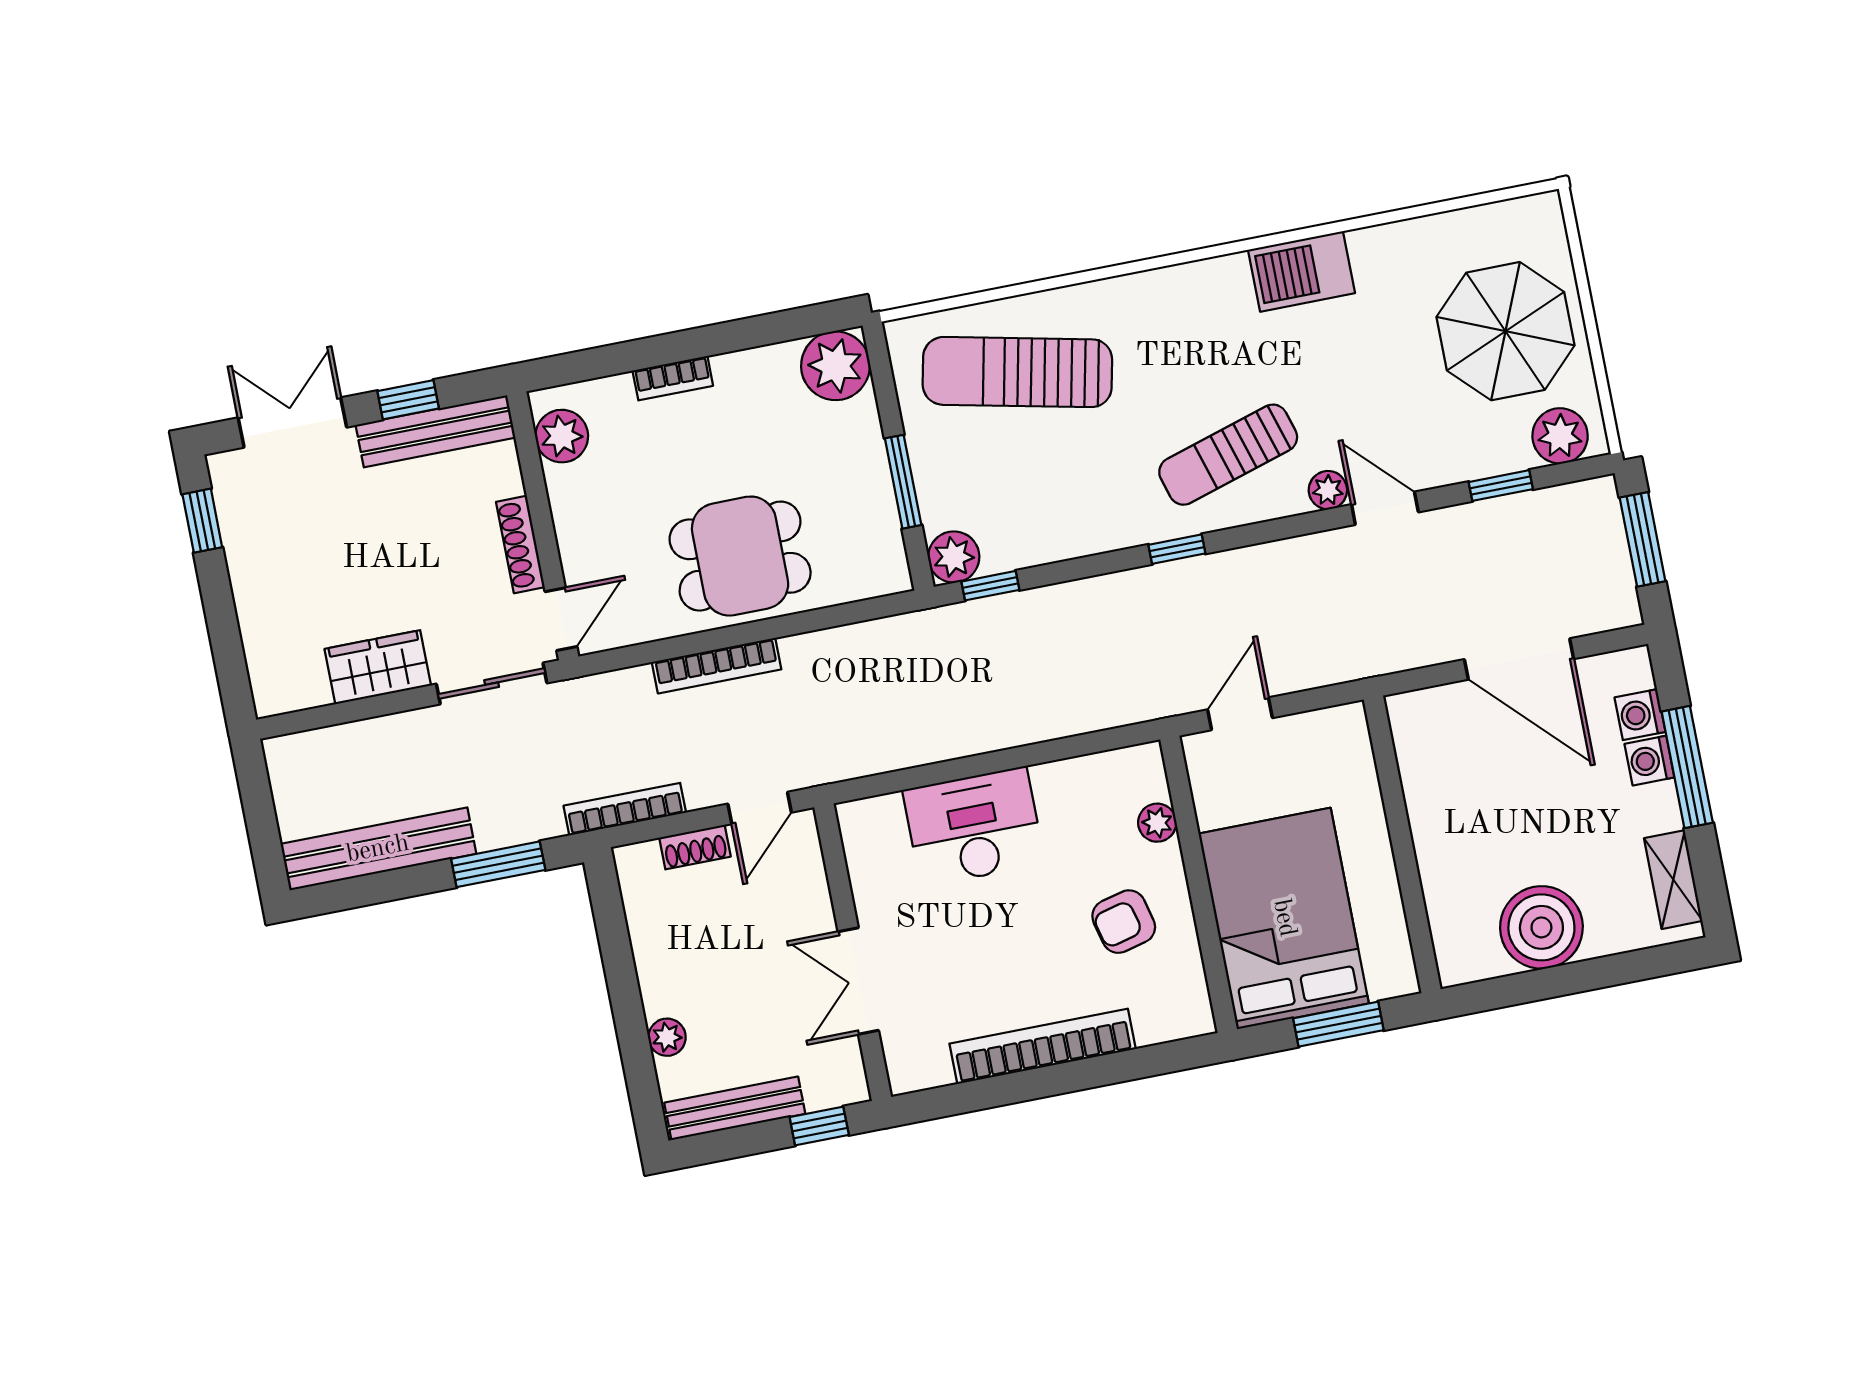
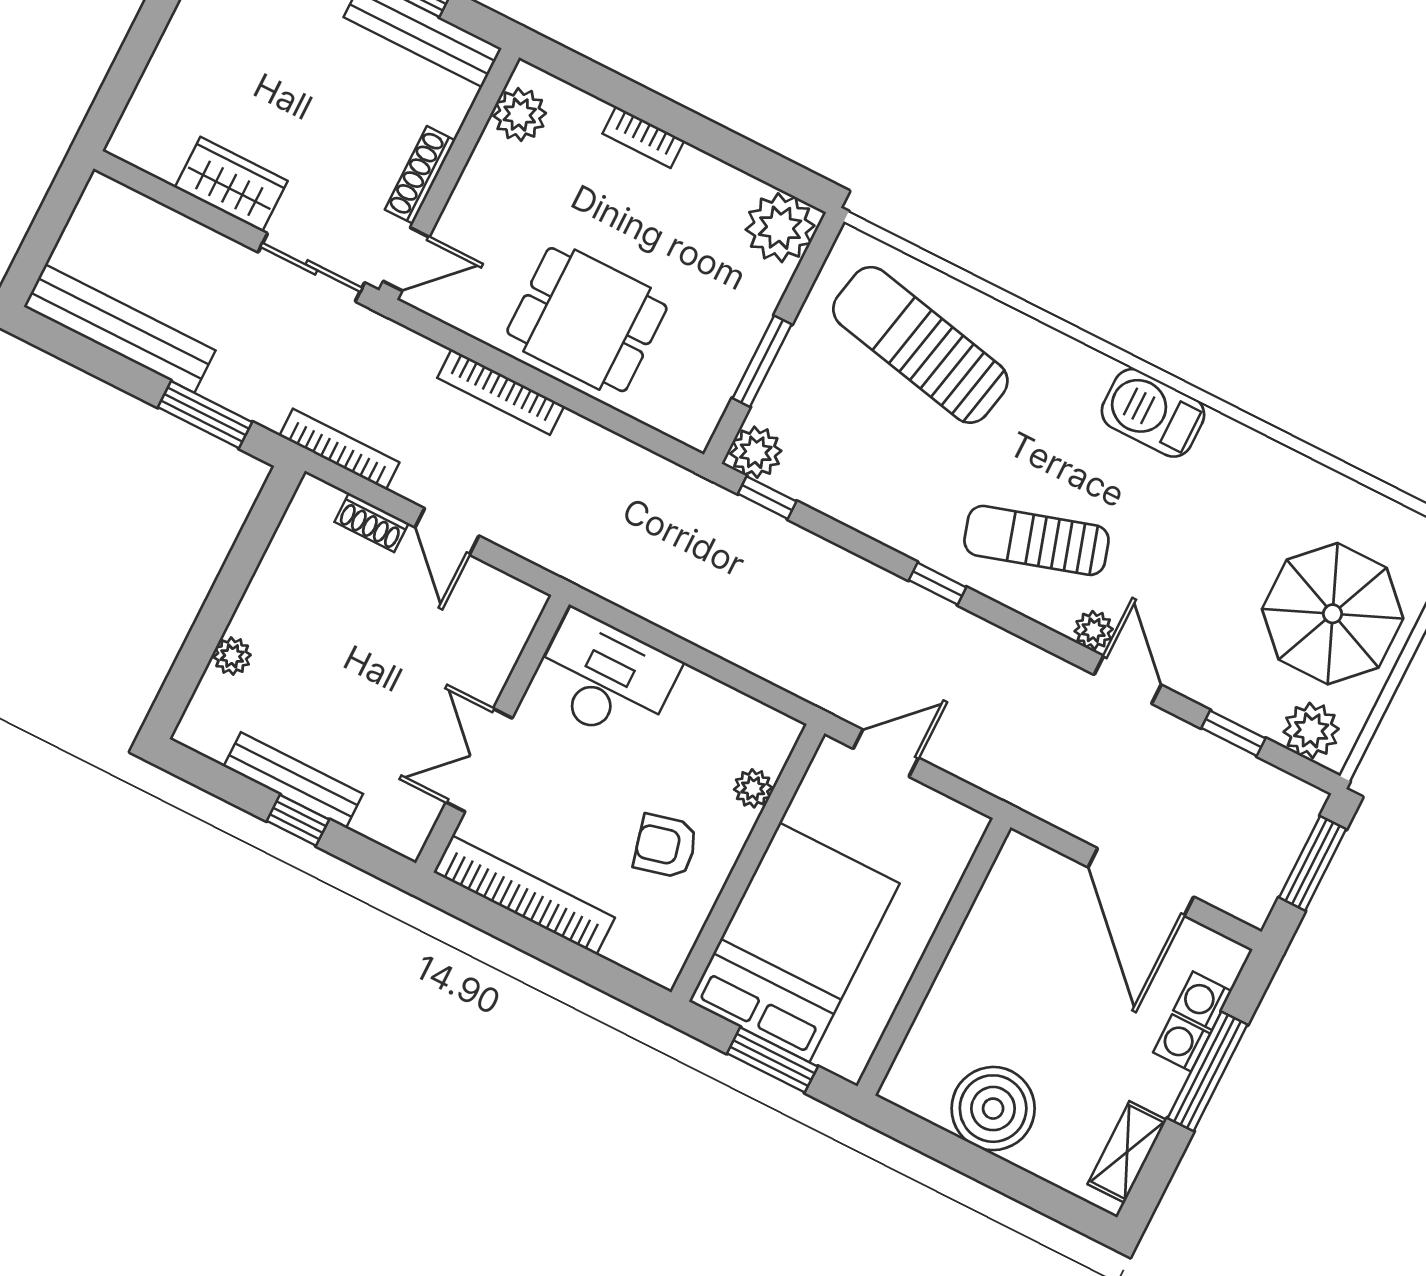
barbecue: (1301, 271) -> (1153, 413), moved
door: (760, 808) -> (447, 532), hinge flipped
wall: (853, 952) -> (492, 734), moved
double door: (858, 981) -> (479, 760), moved
bench: (735, 1108) -> (293, 780), moved

